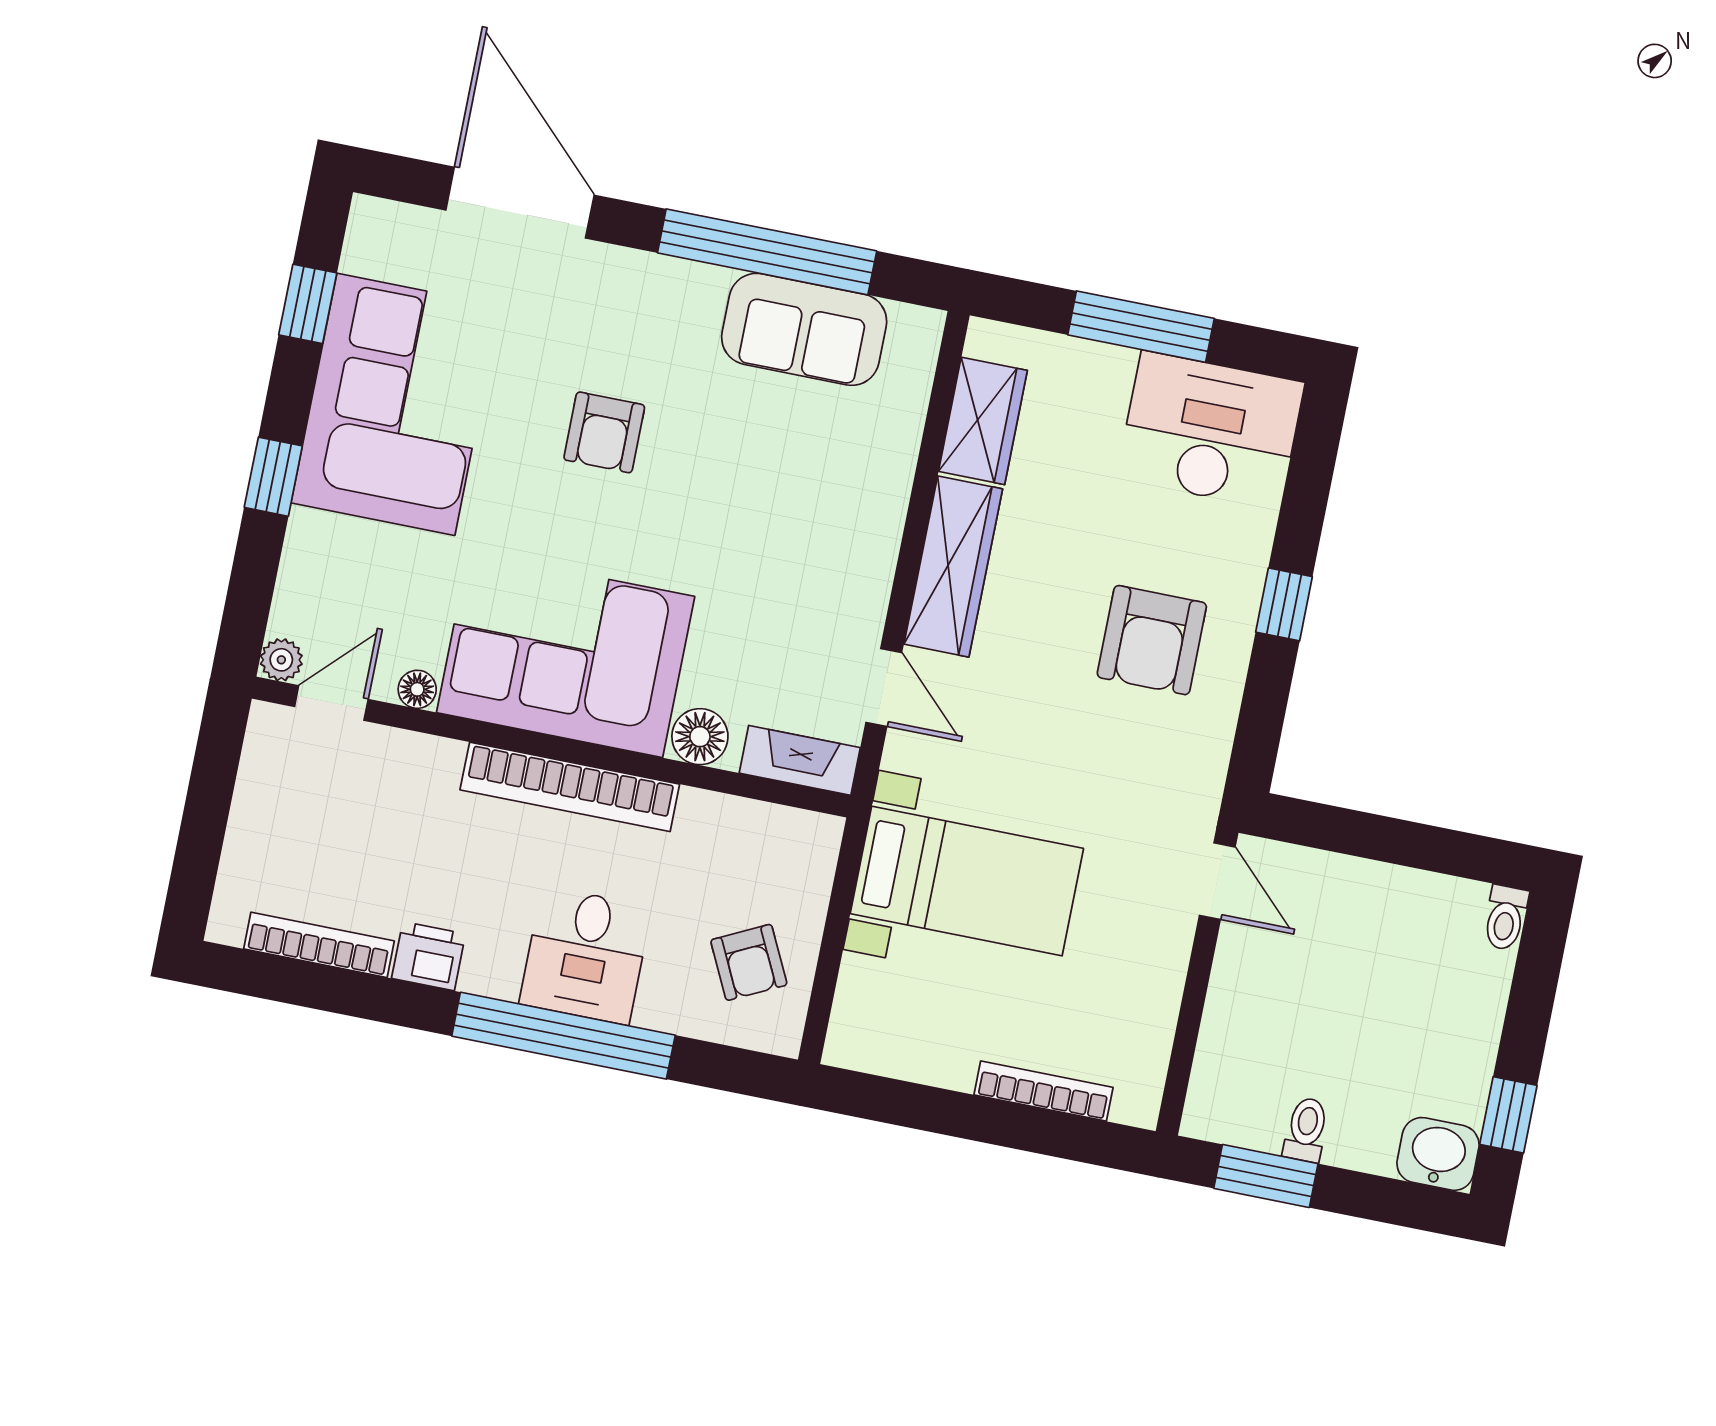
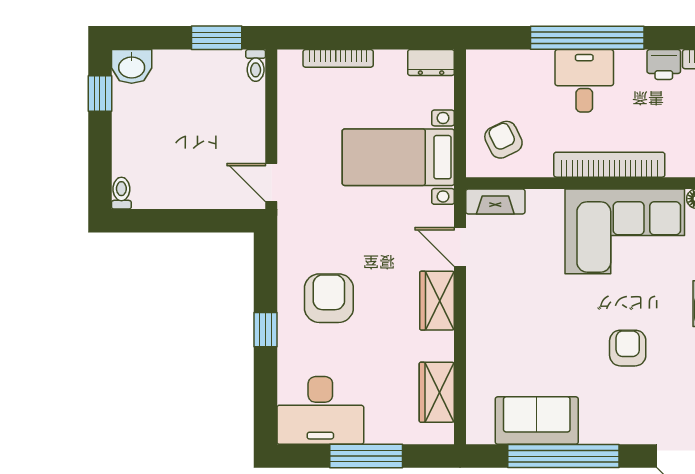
wardrobe: (953, 566) -> (437, 301), width x0.67
floor lamp: (700, 737) -> (548, 203), removed
armchair: (749, 962) -> (503, 140), moved
dresser: (869, 1048) -> (431, 63), added
toilet: (1306, 1130) -> (256, 65), moved

